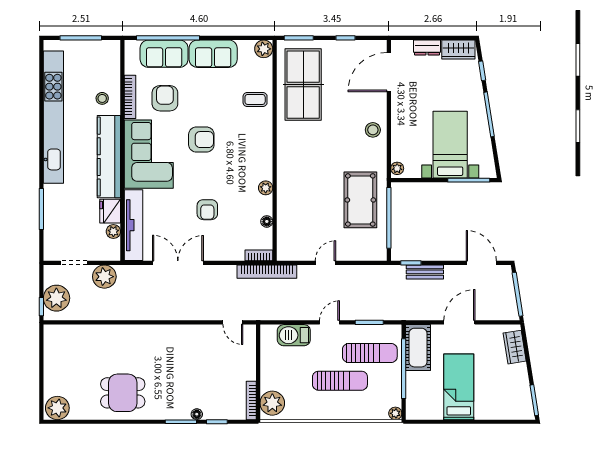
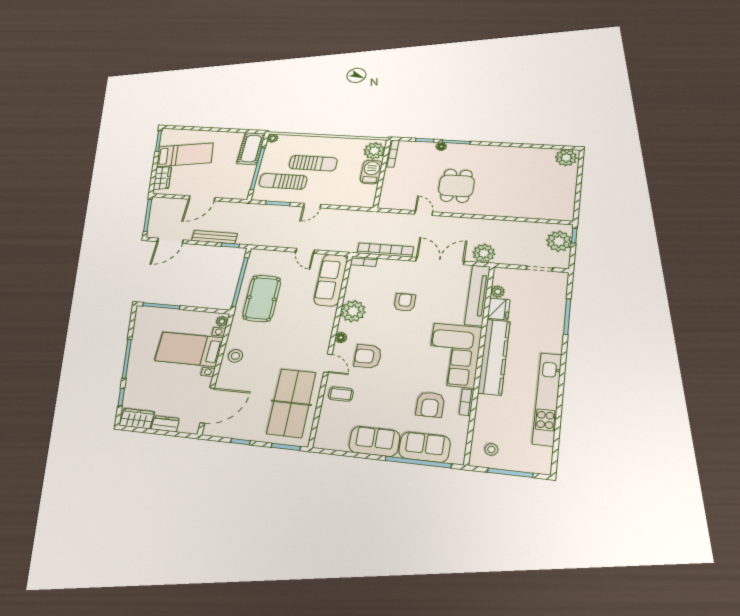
plant: (264, 49) -> (323, 440), removed
bookcase: (130, 97) -> (467, 402), width x0.64
stool: (102, 98) -> (491, 450), moved
kitchen unit: (53, 117) -> (547, 399), width x0.73
door: (275, 132) -> (328, 363), added
armchair: (201, 140) -> (368, 356), moved
bed with nightstands: (450, 145) -> (189, 349), moved, turned 90
plant: (266, 188) -> (353, 311), width x1.87, depth x1.87
floor lamp: (267, 221) -> (341, 338), moved
sofa: (290, 229) -> (331, 280), added
double door: (178, 263) -> (440, 261), swing flipped
door: (325, 263) -> (305, 251), hinge flipped
door: (481, 263) -> (170, 241), hinge flipped
bookcase: (267, 272) -> (385, 250), moved
bench: (425, 272) -> (214, 237), width x1.36
plant: (104, 277) -> (484, 253), moved
door: (233, 322) -> (424, 213), moved
barbecue: (294, 335) -> (371, 172), moved, turned -90
cot: (418, 348) -> (251, 149), moved
sun lounger: (340, 381) -> (313, 163), turned 180
bed: (459, 387) -> (185, 155), moved, turned -99
dining table: (123, 393) -> (456, 186), moved, turned 90

